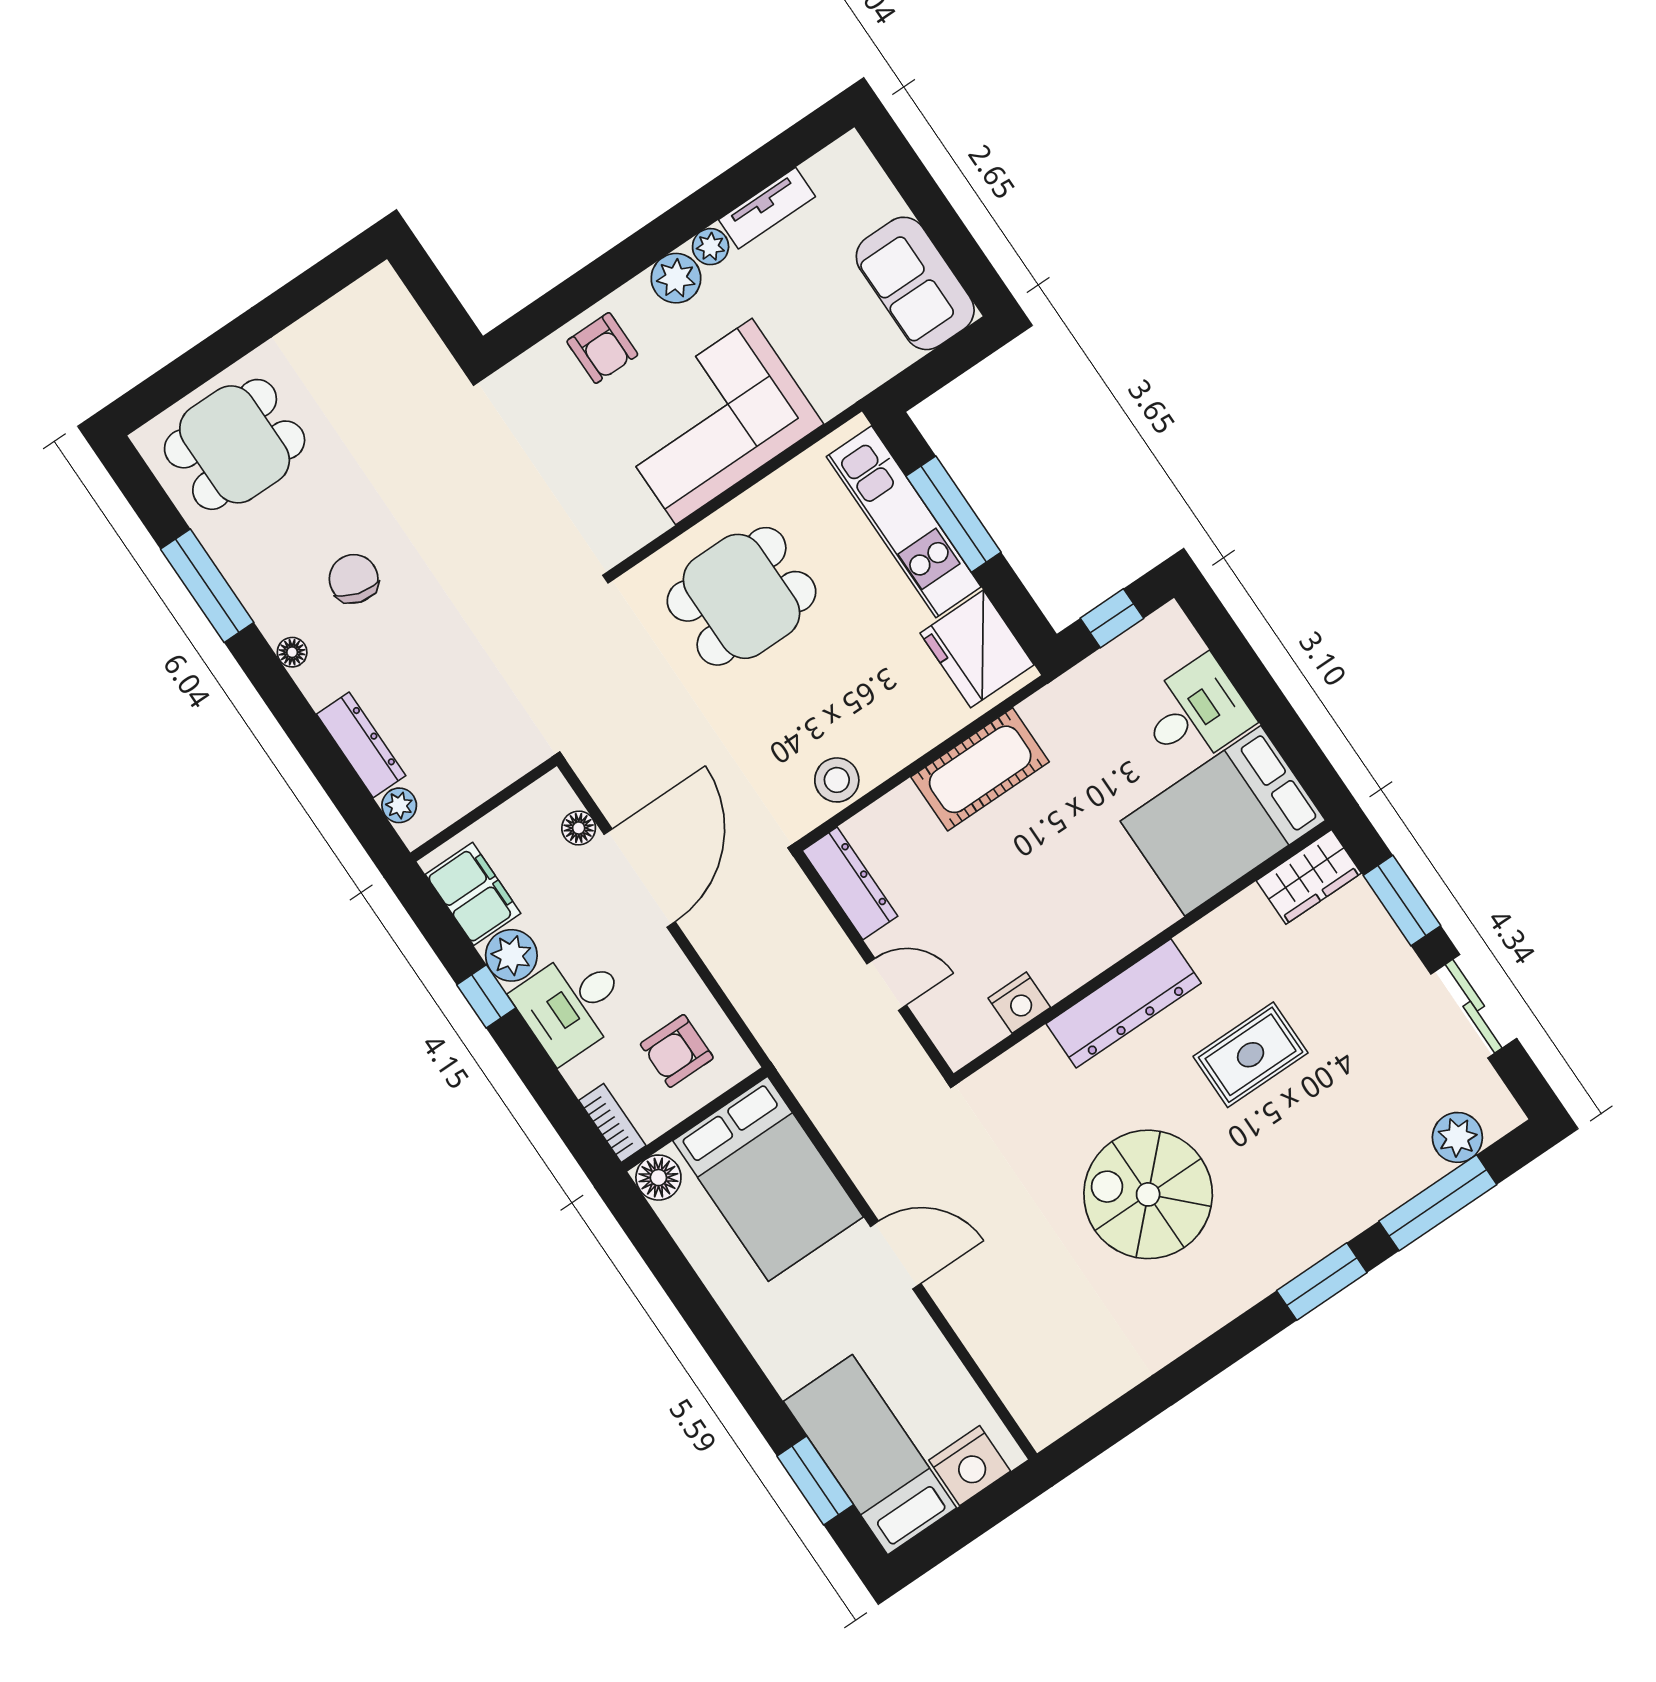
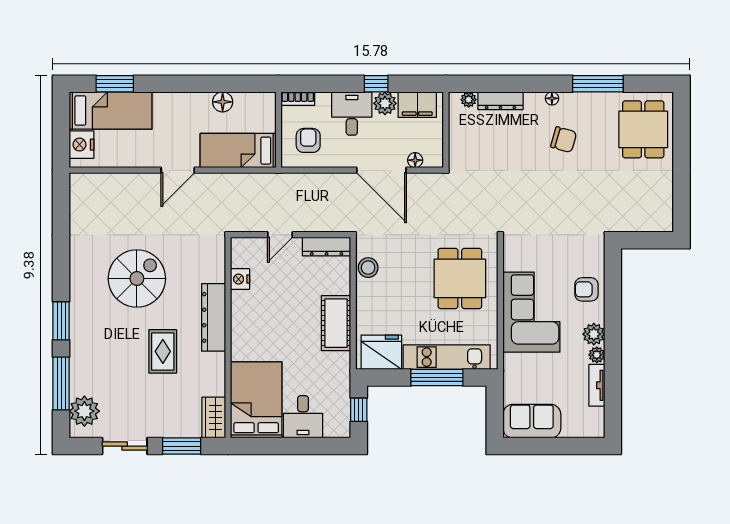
plant: (1457, 1137) -> (84, 411), width x1.36, depth x1.36
floor lamp: (658, 1178) -> (223, 102), moved
bed: (768, 1179) -> (238, 151), width x0.67

